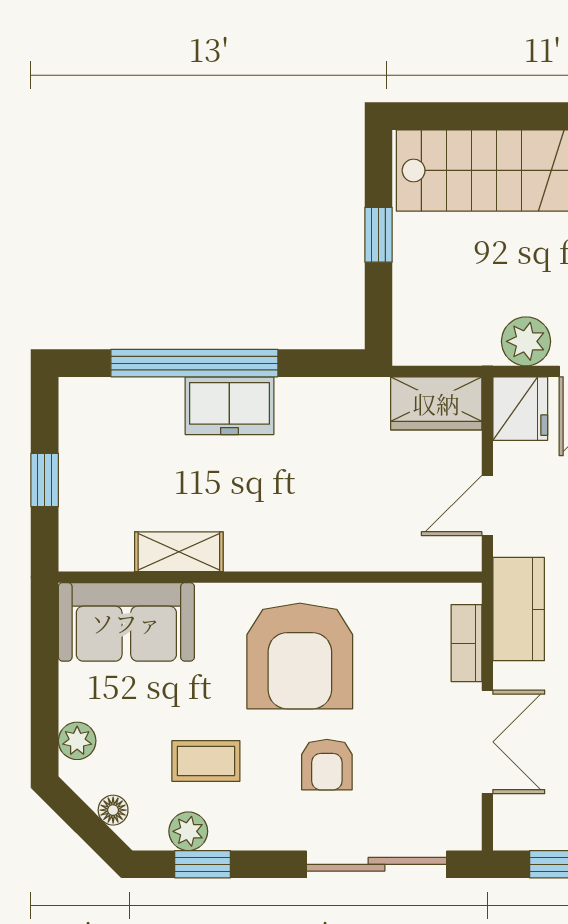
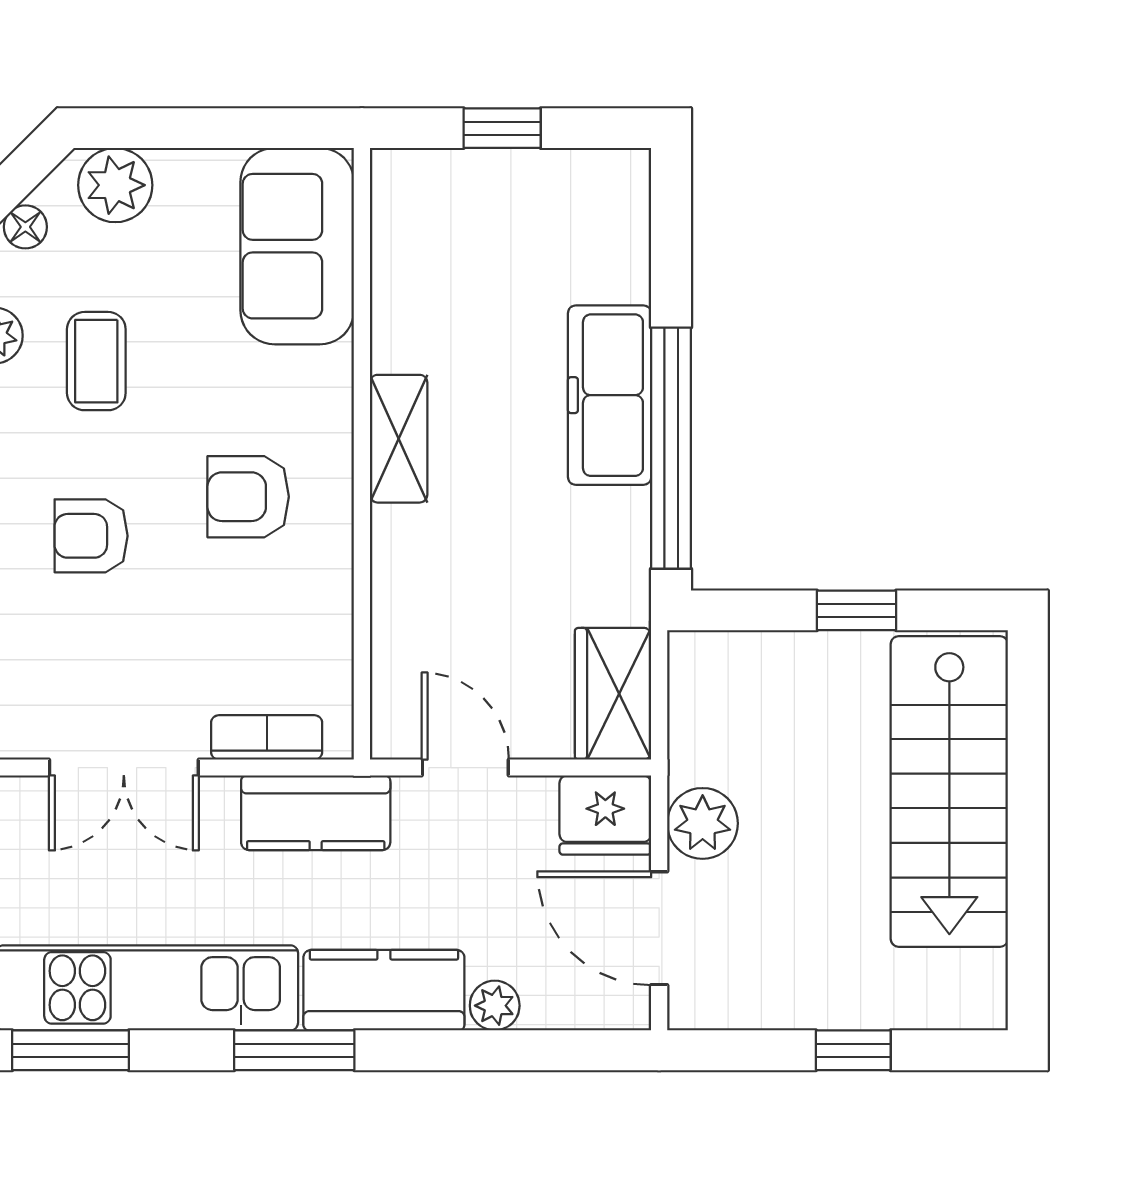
window: (194, 363) -> (671, 448), moved
freezer: (229, 406) -> (610, 395), width x1.40
shelving: (179, 552) -> (399, 439), moved
armchair: (300, 656) -> (248, 497), width x0.53, depth x0.53
plant: (77, 741) -> (115, 185), width x1.38, depth x1.38

